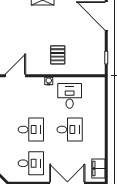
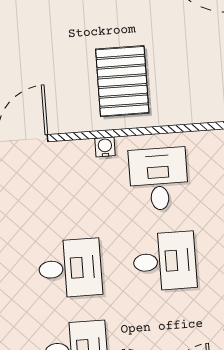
pallet: (58, 55) -> (122, 81), width x1.50, depth x1.42

